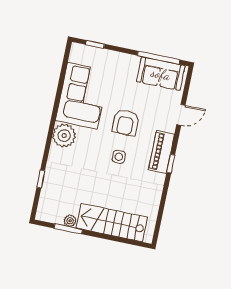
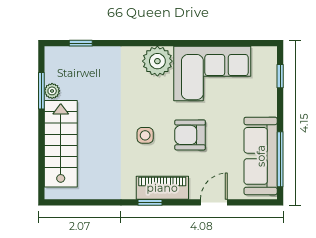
sofa: (161, 74) -> (261, 156), width x1.36
door: (181, 115) -> (214, 202), swing flipped
window: (41, 179) -> (81, 43), moved

